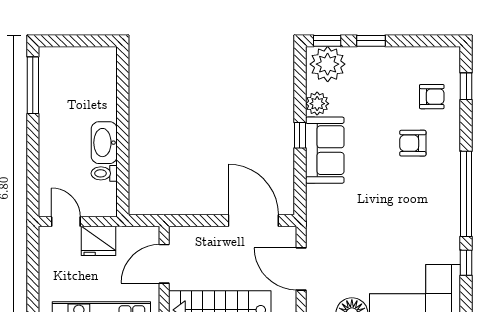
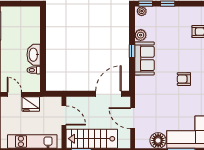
plant: (328, 64) -> (142, 11), width x0.53, depth x0.53
armchair: (413, 143) -> (184, 79), moved
door: (253, 220) -> (109, 94), hinge flipped
door: (164, 264) -> (64, 115), swing flipped

